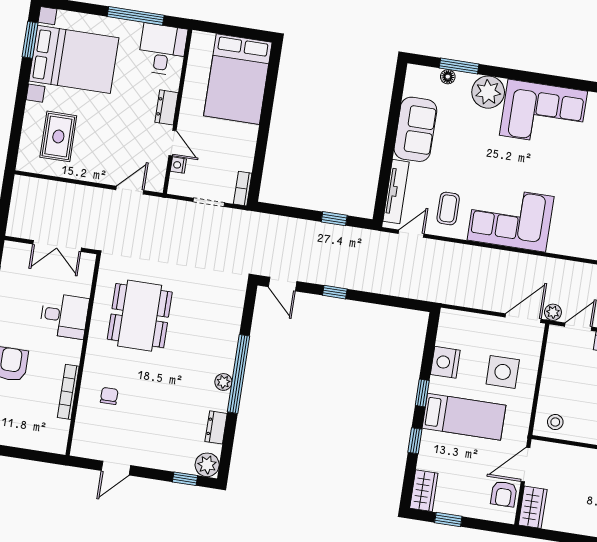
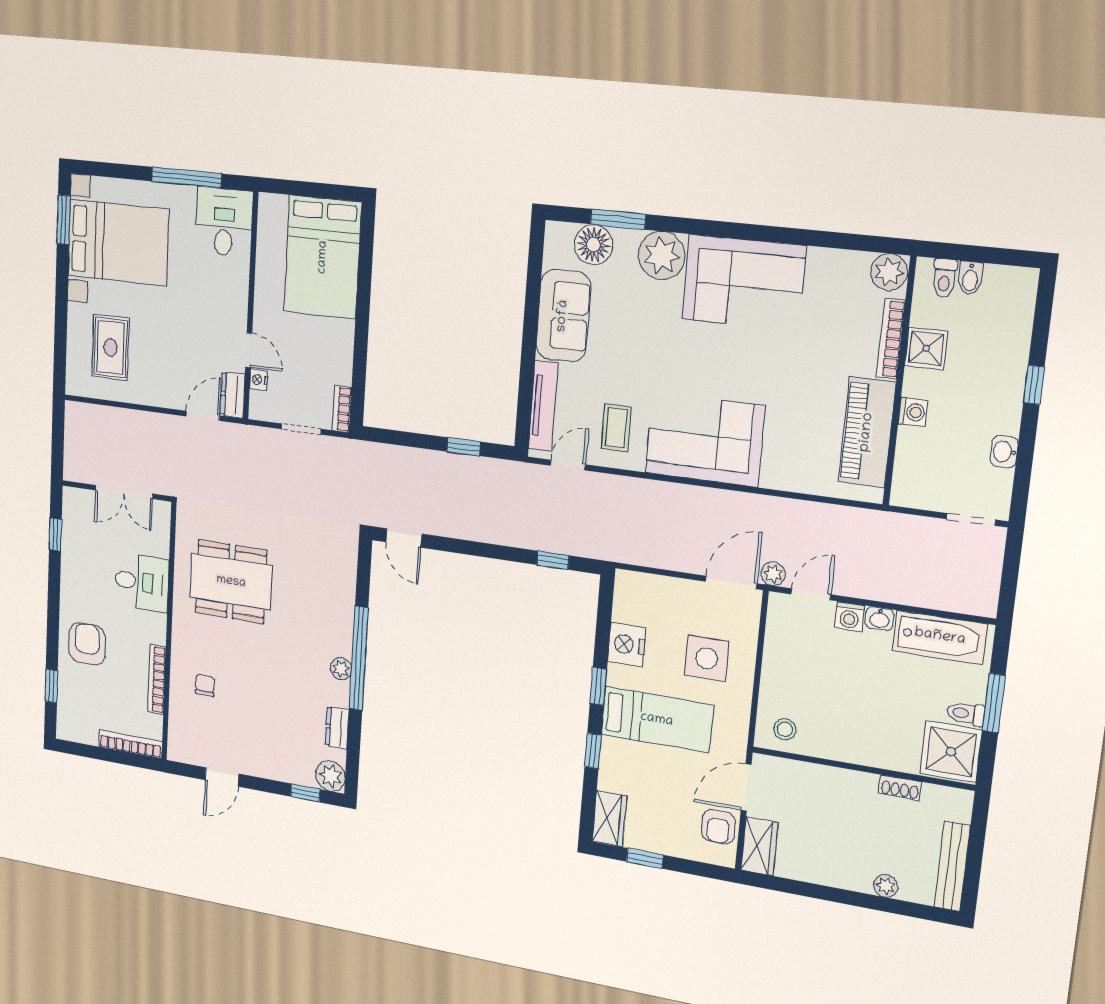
floor lamp: (448, 77) -> (593, 245), width x1.89, depth x1.89
dresser: (167, 107) -> (233, 395), moved
window: (335, 292) -> (553, 560), moved
dining table: (140, 316) -> (231, 582), turned 90
bookcase: (40, 444) -> (131, 744), added

